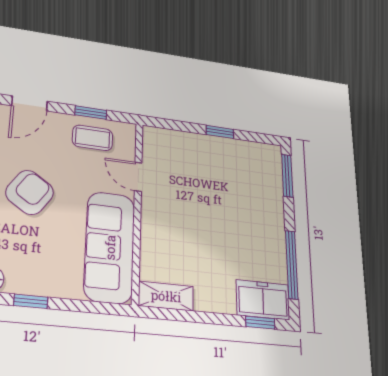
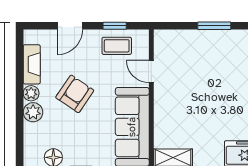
window: (220, 132) -> (214, 26), width x1.50

